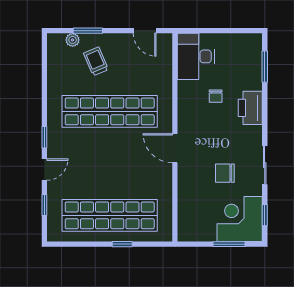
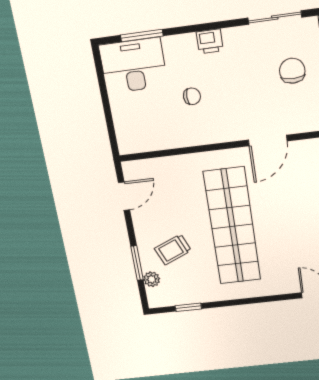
desk: (196, 56) -> (133, 66), moved, turned 180
printer: (250, 108) -> (210, 41), width x0.53, depth x0.68
window: (44, 137) -> (188, 307), moved
chair: (225, 173) -> (292, 71), turned 180

